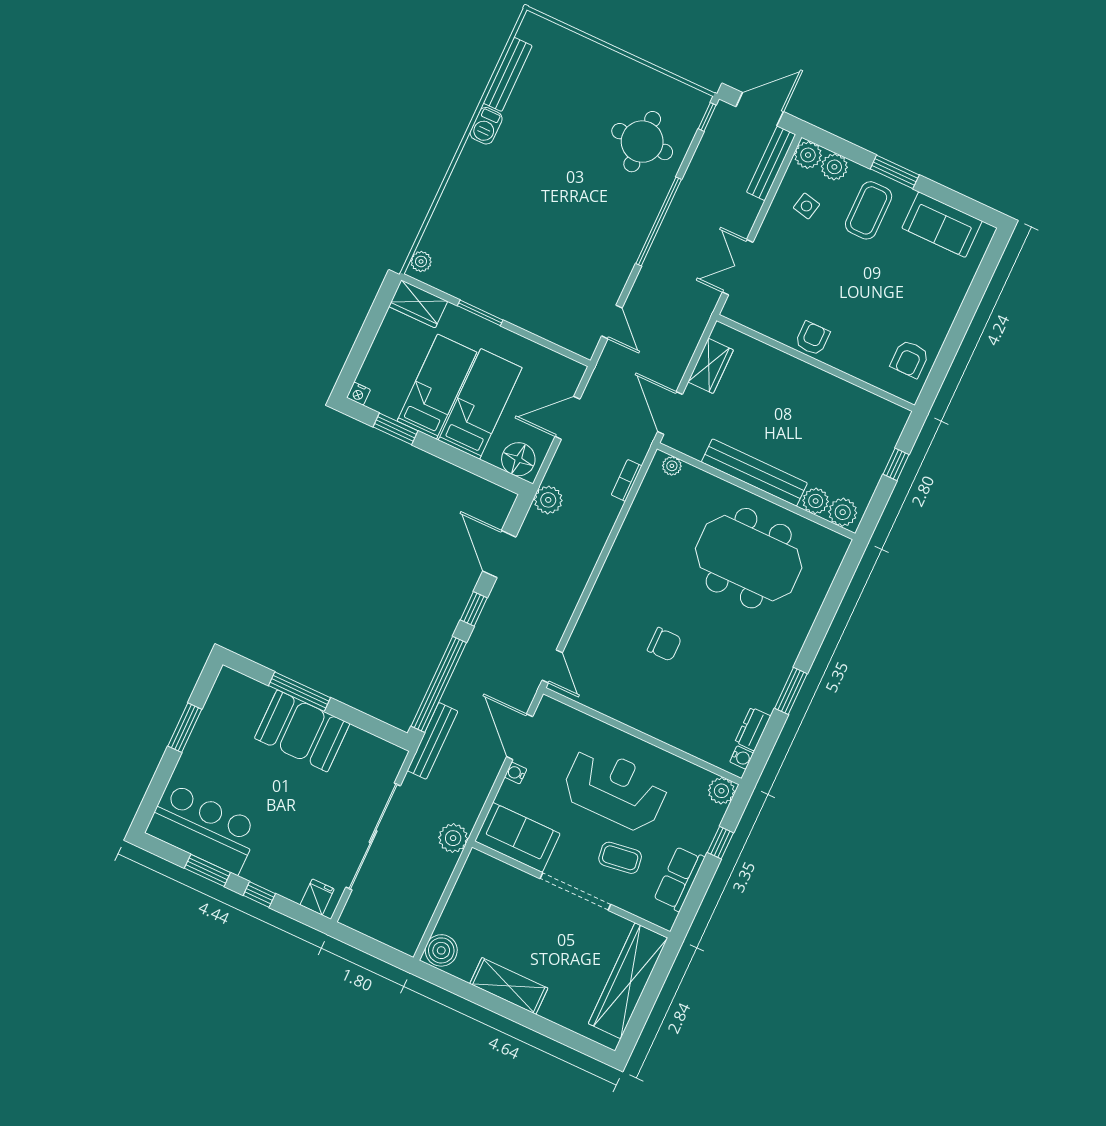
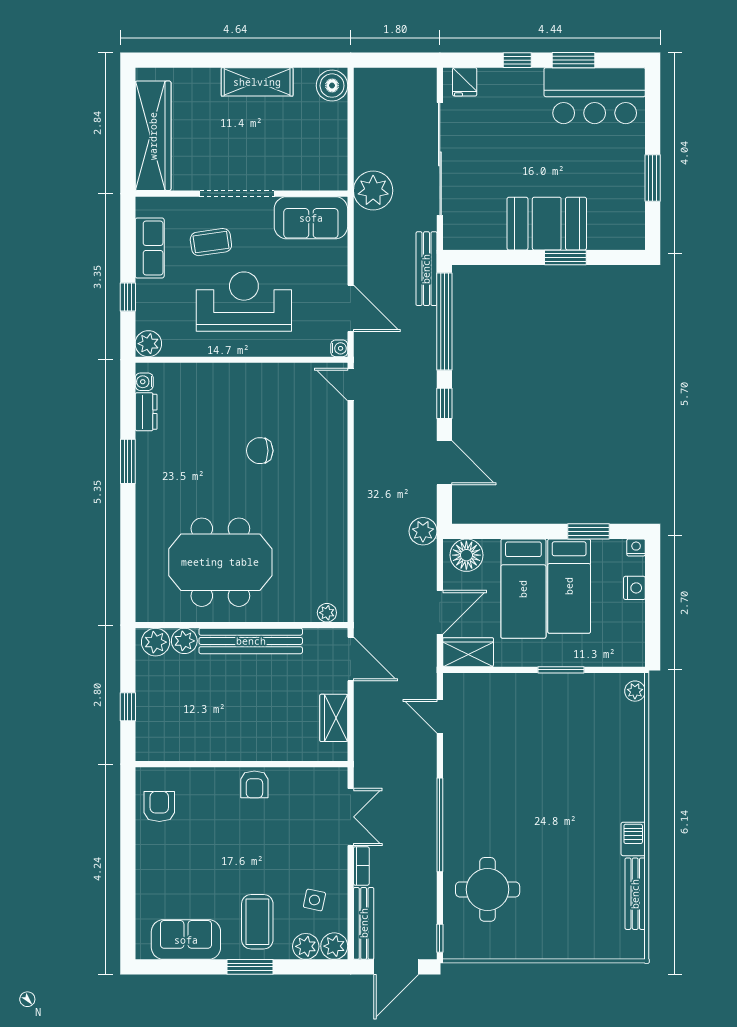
wardrobe: (418, 304) -> (468, 652), moved
nightstand: (377, 357) -> (634, 588), added
bookcase: (627, 480) -> (361, 866), moved
window: (300, 692) -> (565, 258), width x0.69
water cooler: (516, 773) -> (339, 348), moved
reception desk: (615, 789) -> (244, 302), turned 180
plant: (453, 838) -> (373, 191), width x1.36, depth x1.36

